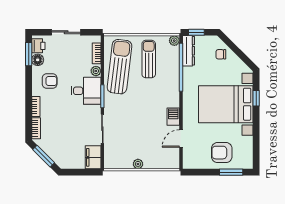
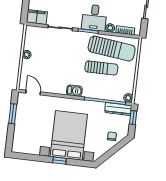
sun lounger: (149, 59) -> (101, 68), moved
window: (256, 98) -> (59, 161), moved
barbecue: (173, 117) -> (74, 91), moved
door: (181, 138) -> (33, 93), moved
armchair: (222, 153) -> (28, 127), removed
window: (231, 172) -> (13, 114), moved

